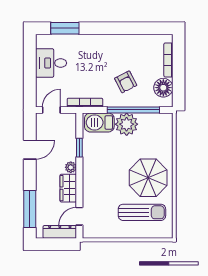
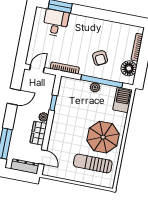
desk: (51, 63) -> (56, 23), moved, turned 90
barbecue: (99, 122) -> (123, 100), moved, turned 90
plant: (127, 124) -> (95, 87), width x0.53, depth x0.53
sun lounger: (142, 212) -> (93, 163), turned 180
door: (79, 216) -> (43, 157), swing flipped

